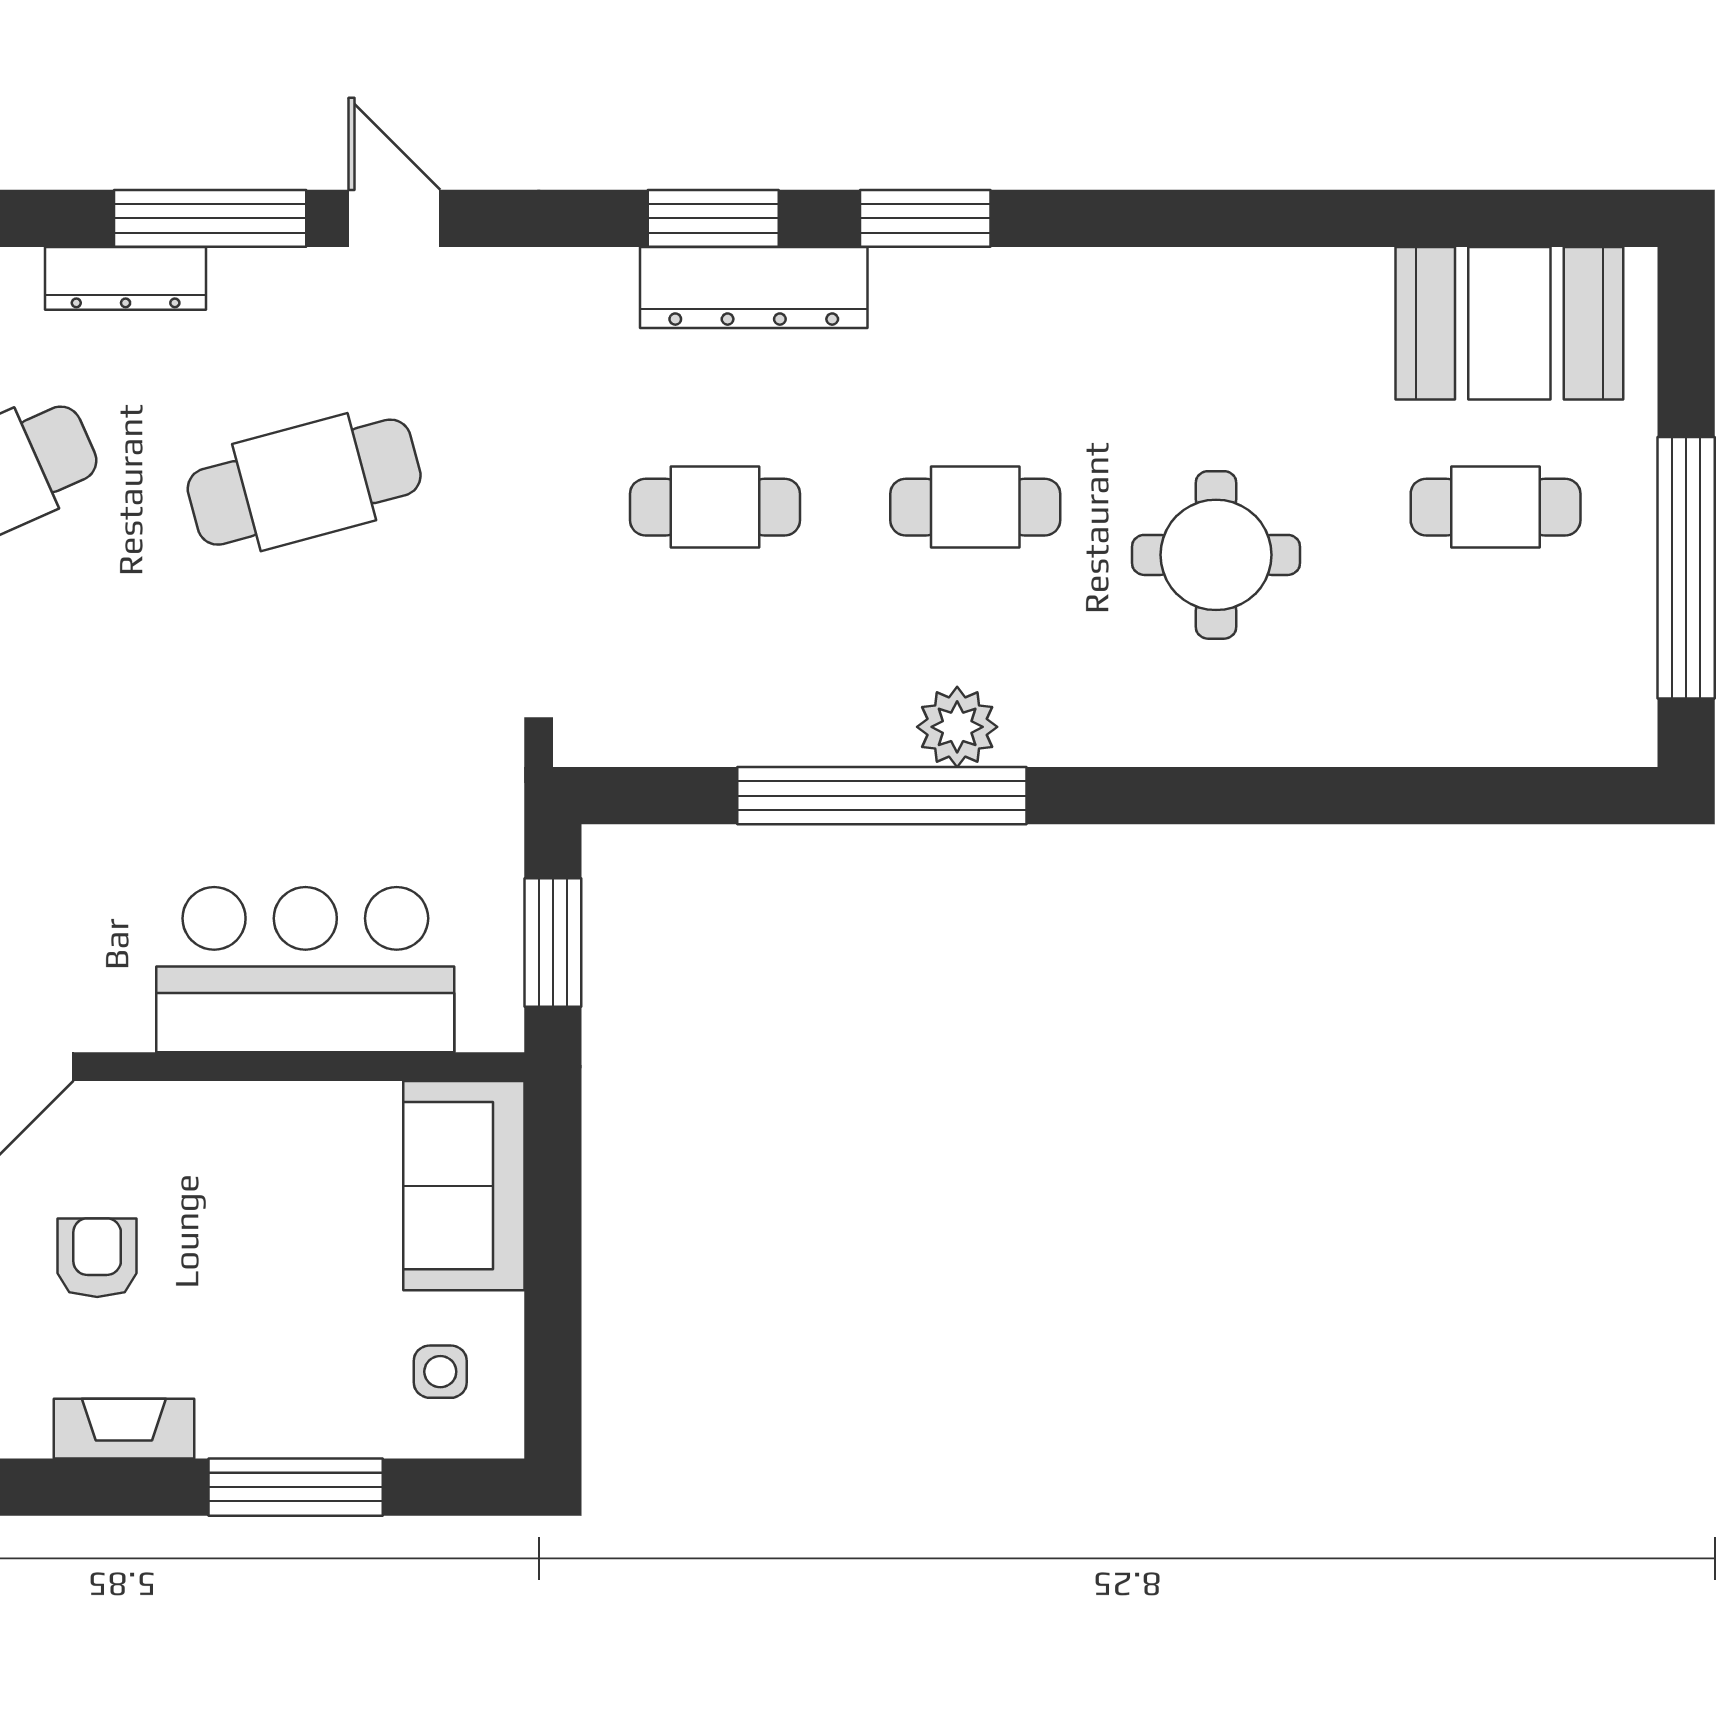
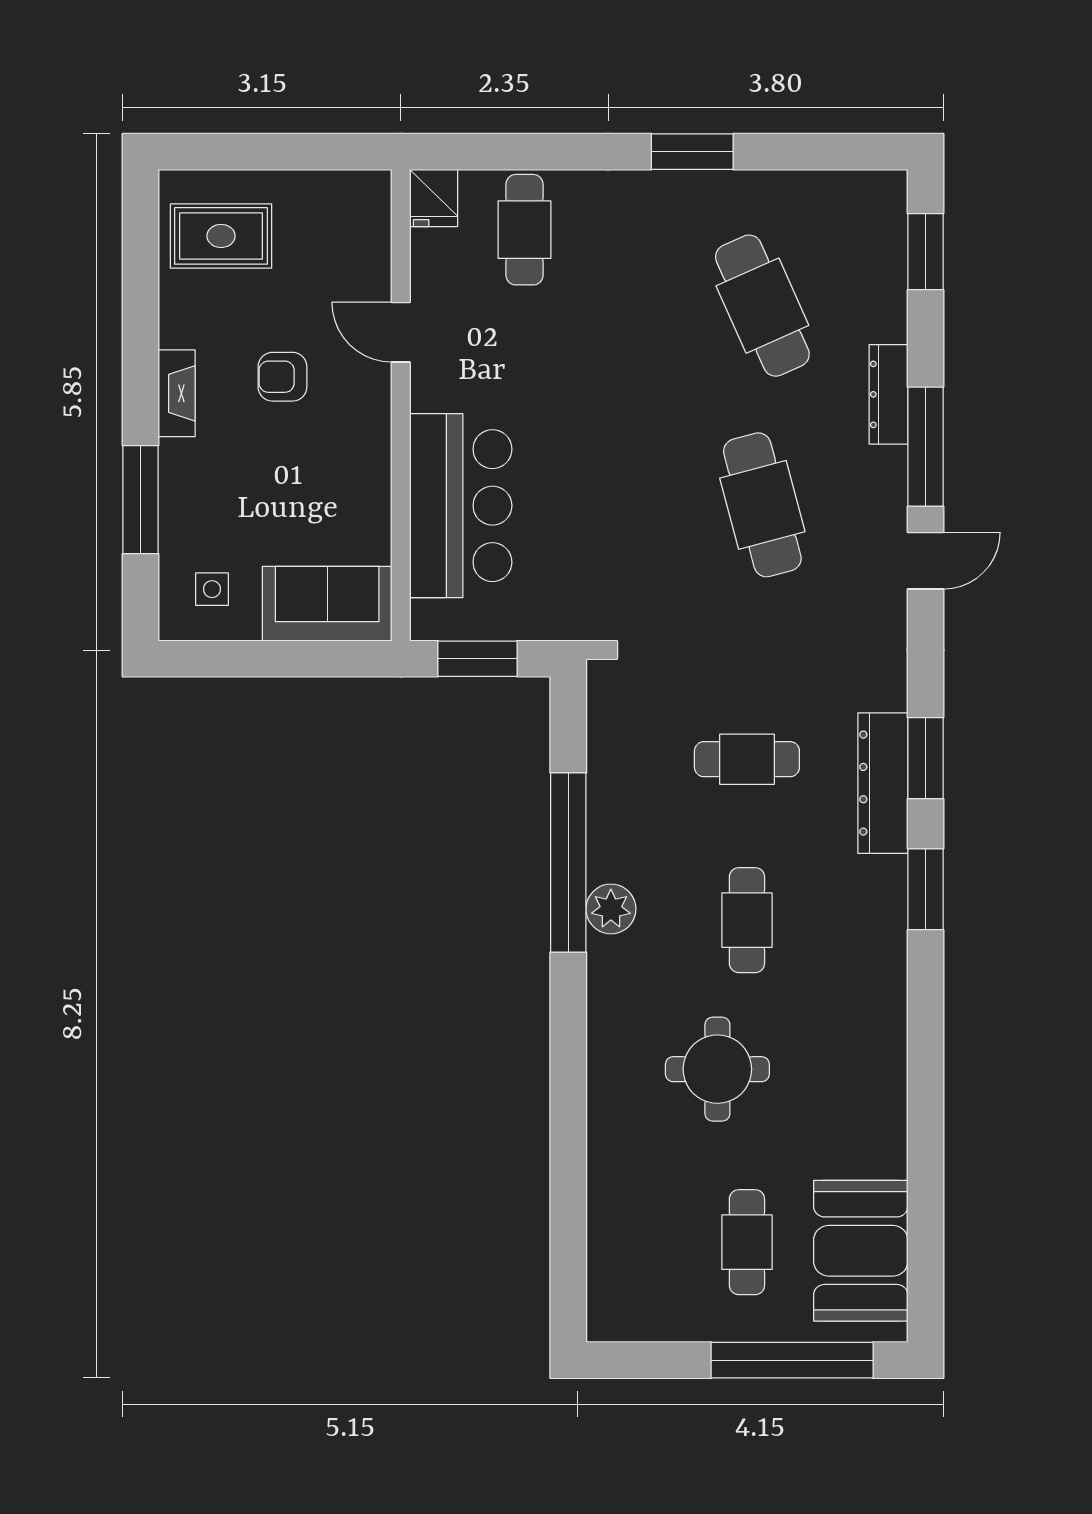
cafe table: (715, 507) -> (747, 759), turned 90
window: (1686, 568) -> (792, 1360), moved
armchair: (97, 1258) -> (282, 377), turned 180

